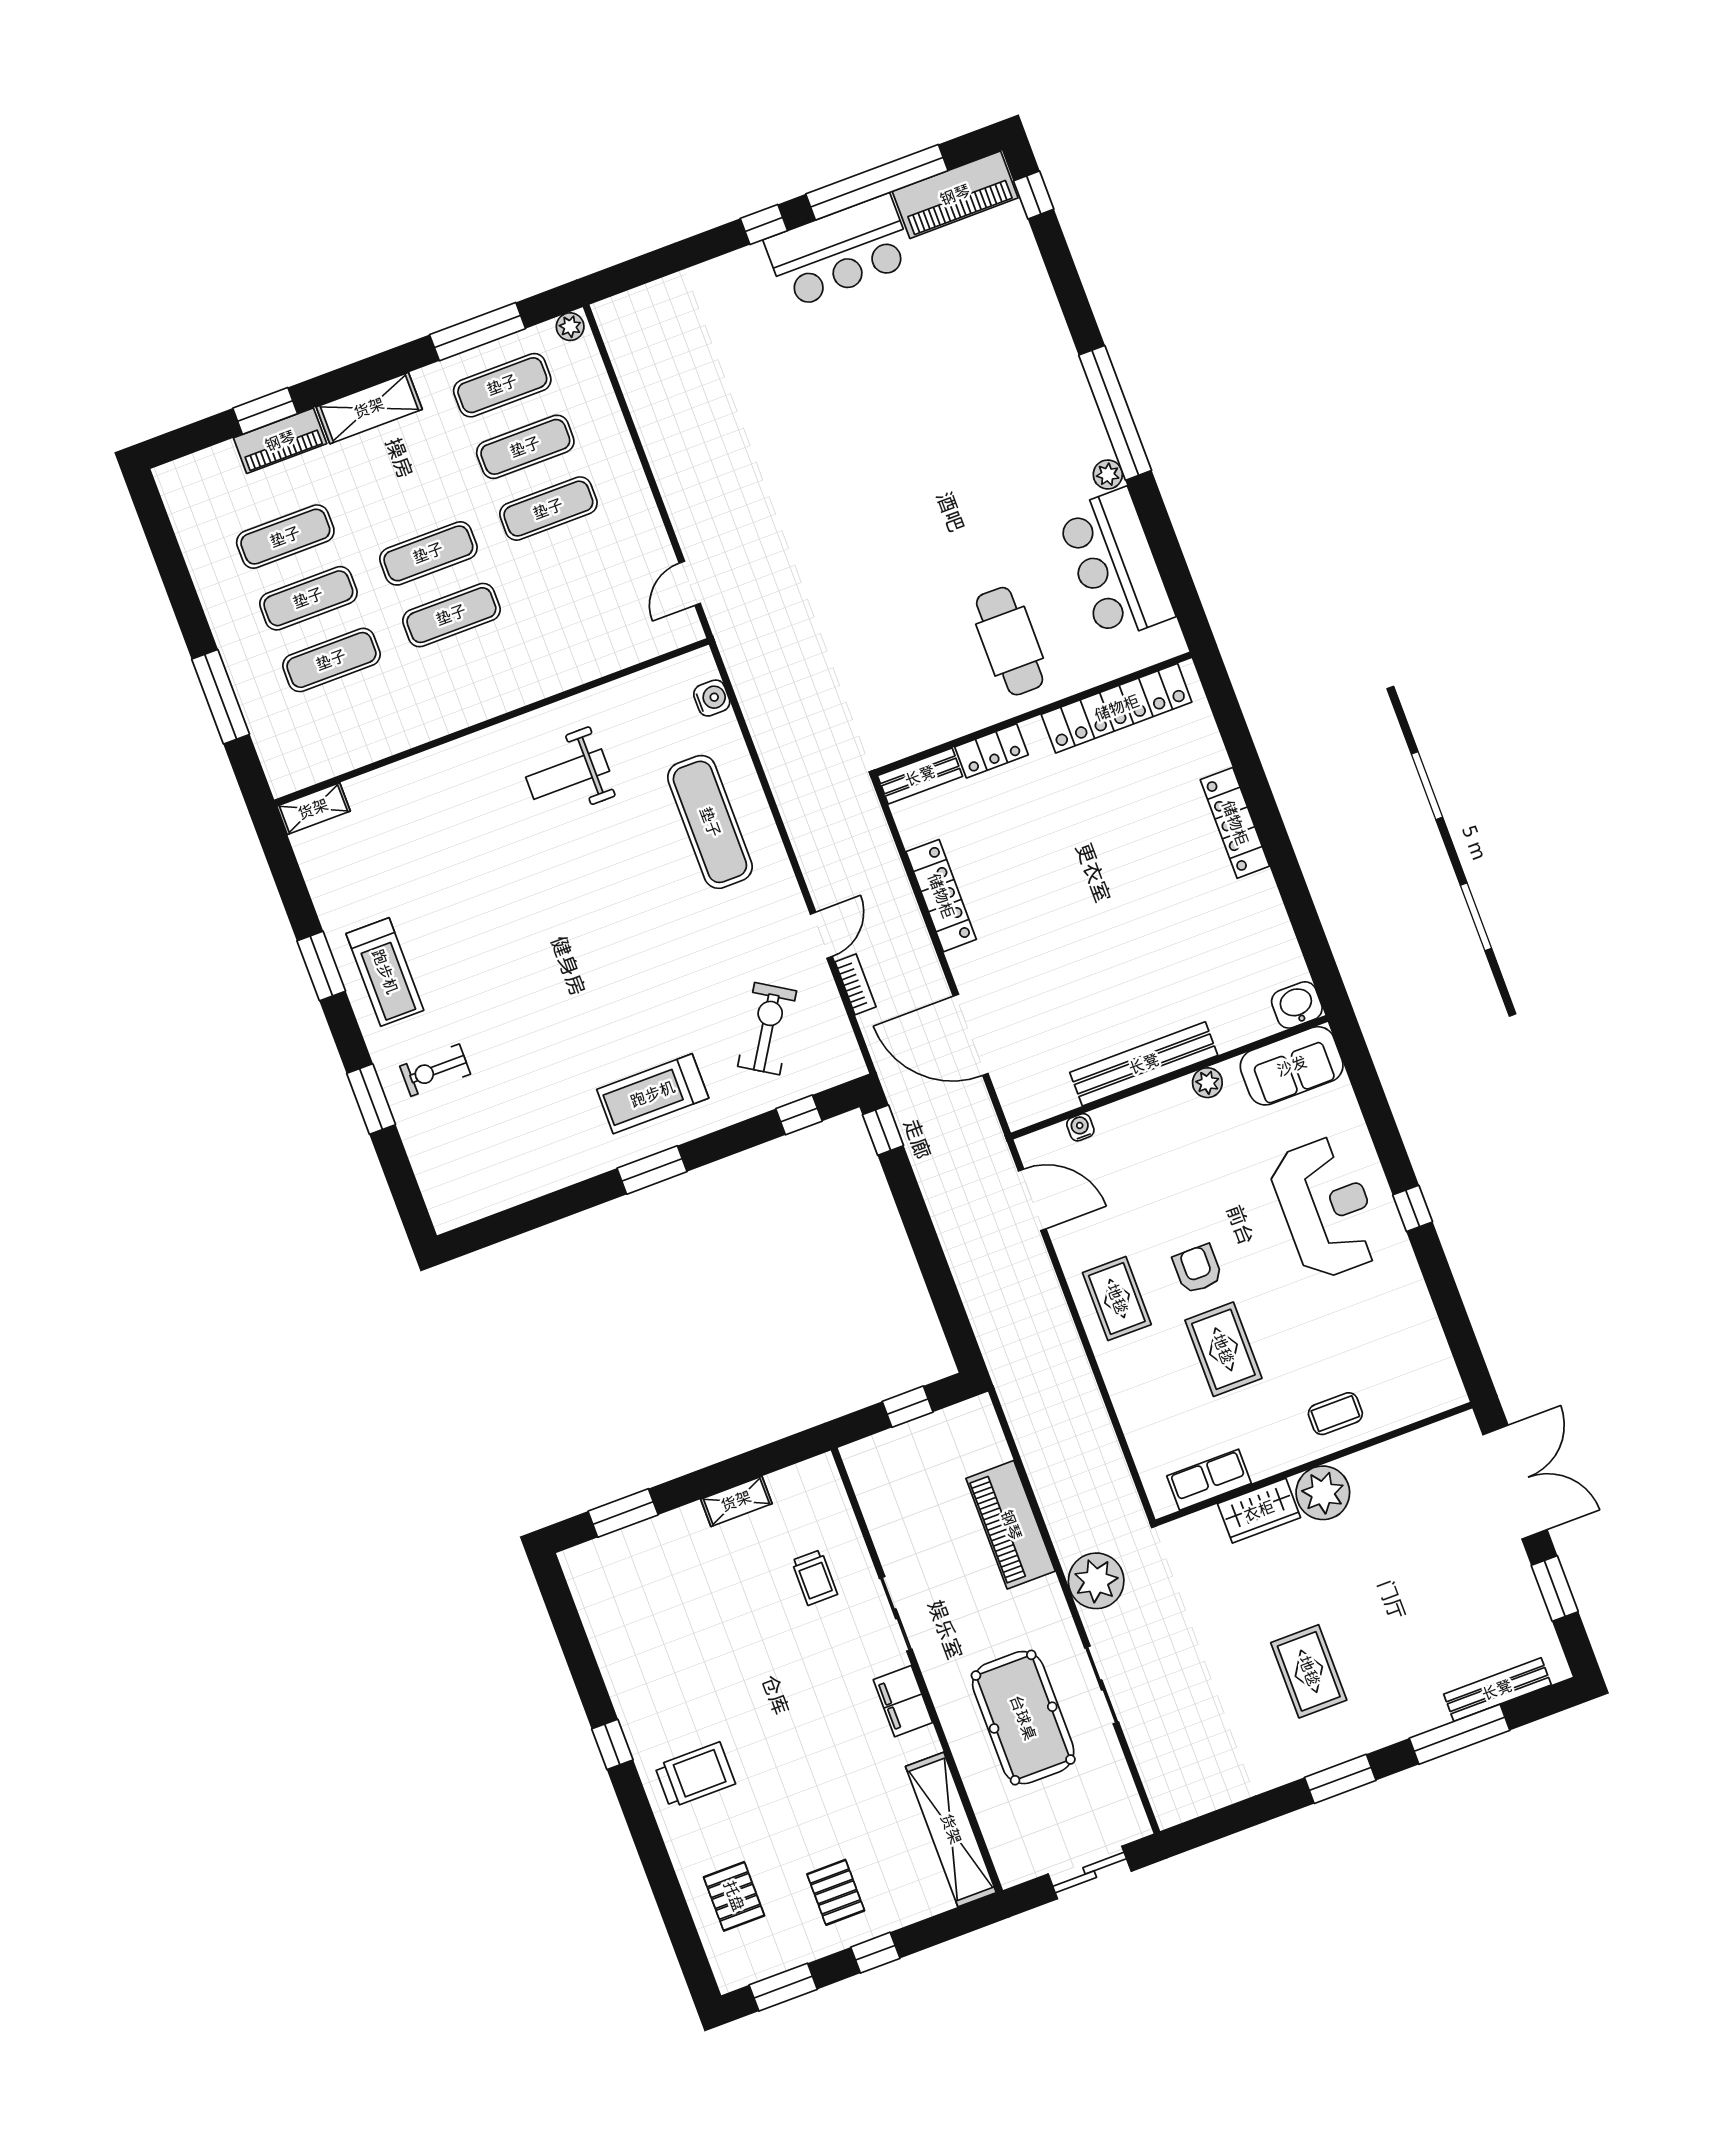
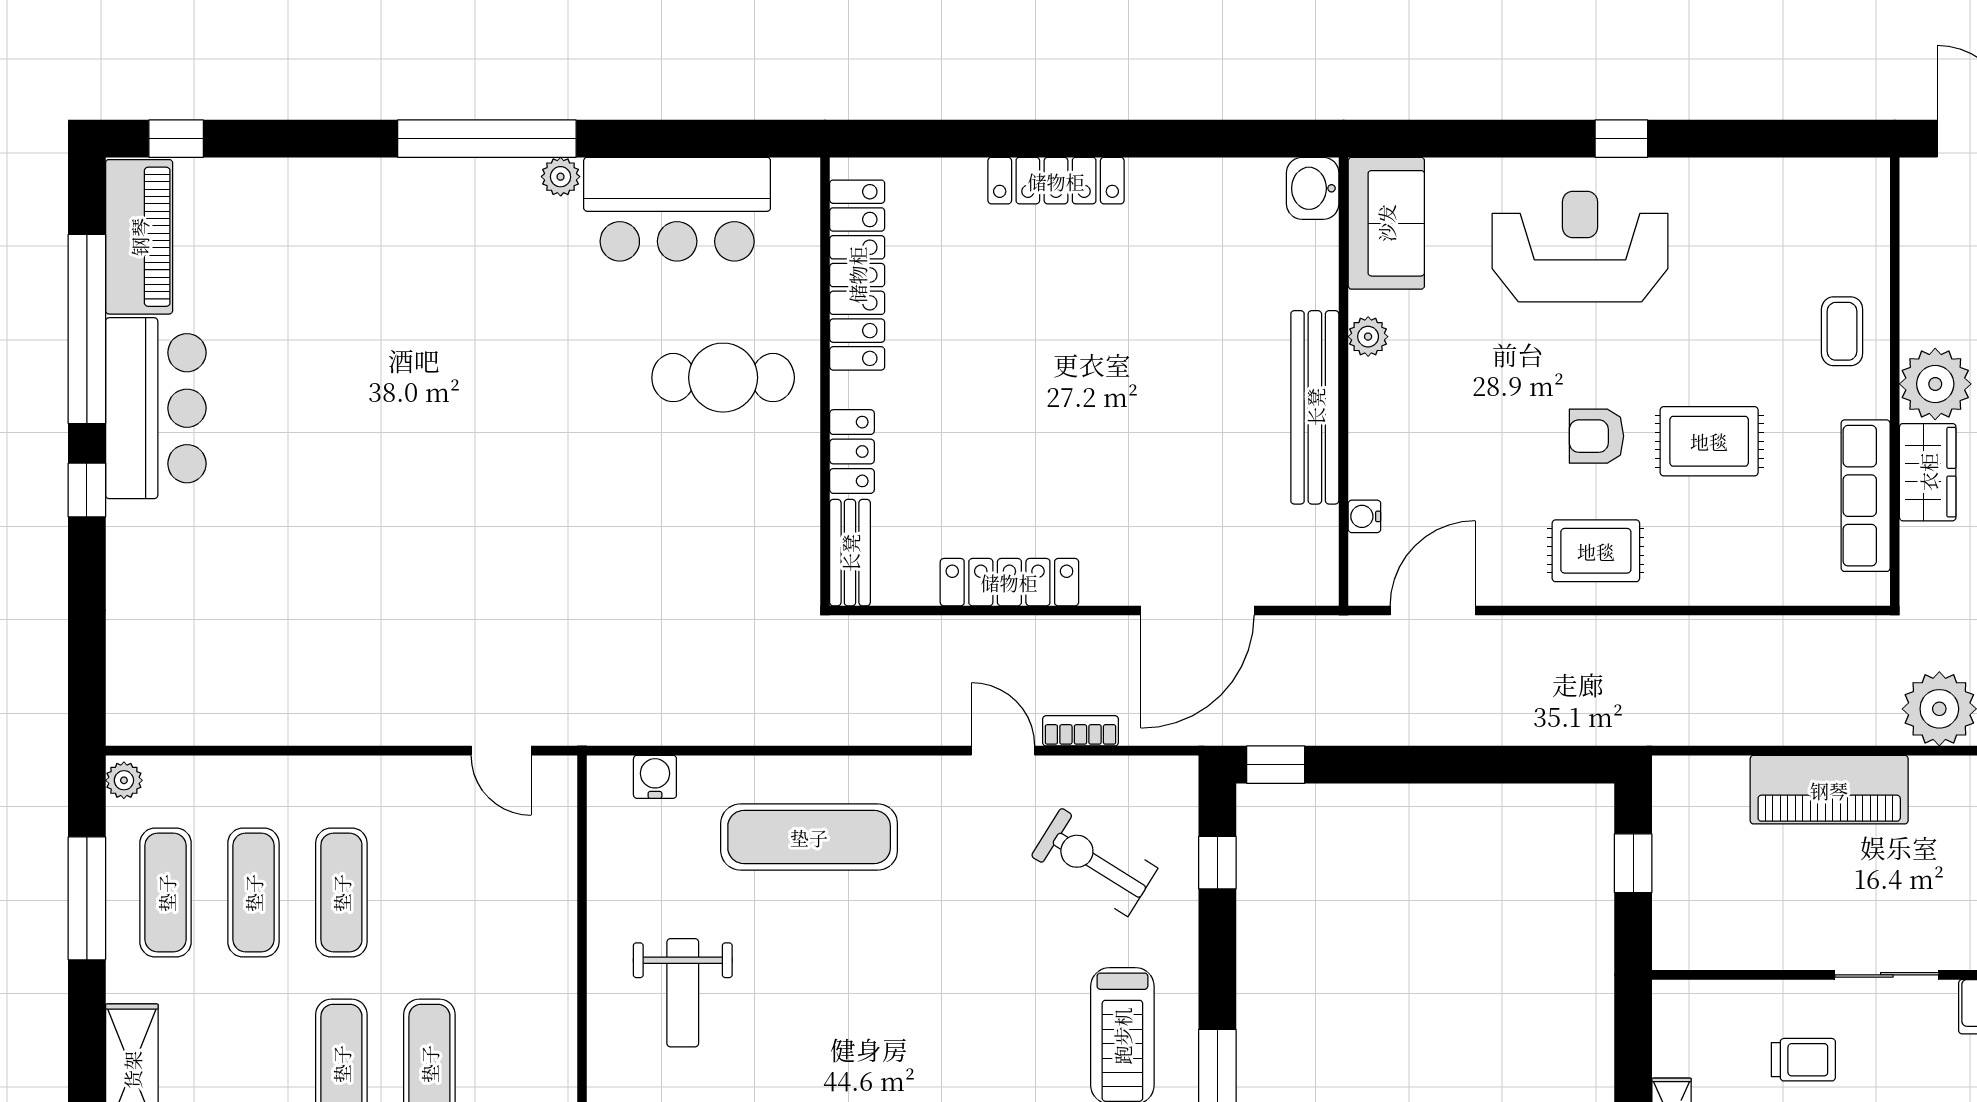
row of seats: (1209, 1480) -> (1866, 496), width x1.48

